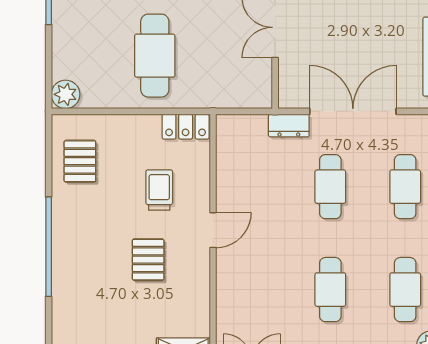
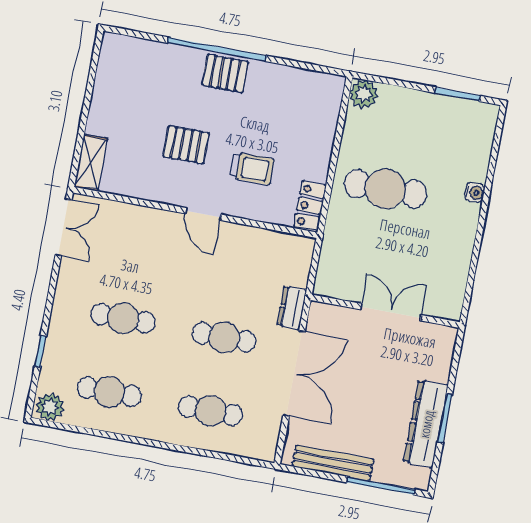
pallet: (80, 161) -> (225, 73), moved

